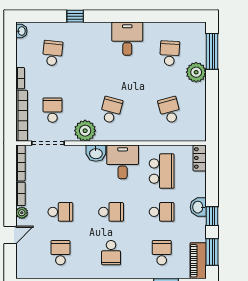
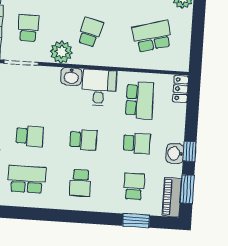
school desk: (170, 110) -> (152, 36), width x1.85
washbasin: (198, 207) -> (175, 153), moved
school desk: (60, 253) -> (27, 179), width x1.85

